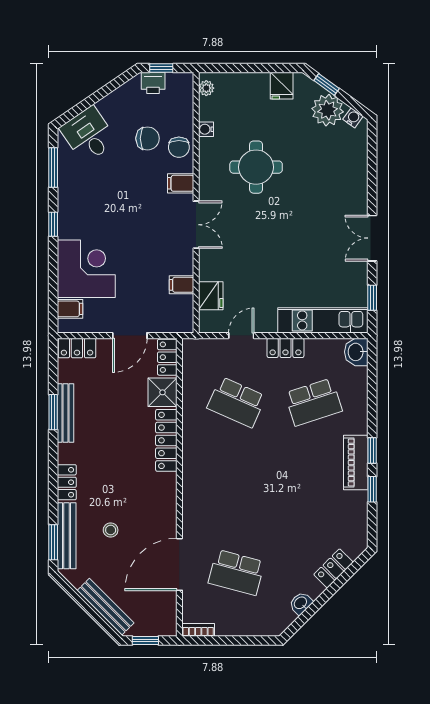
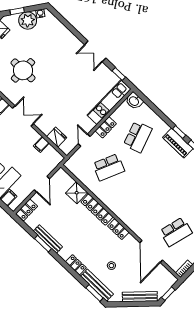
locker: (167, 357) -> (118, 229), moved

